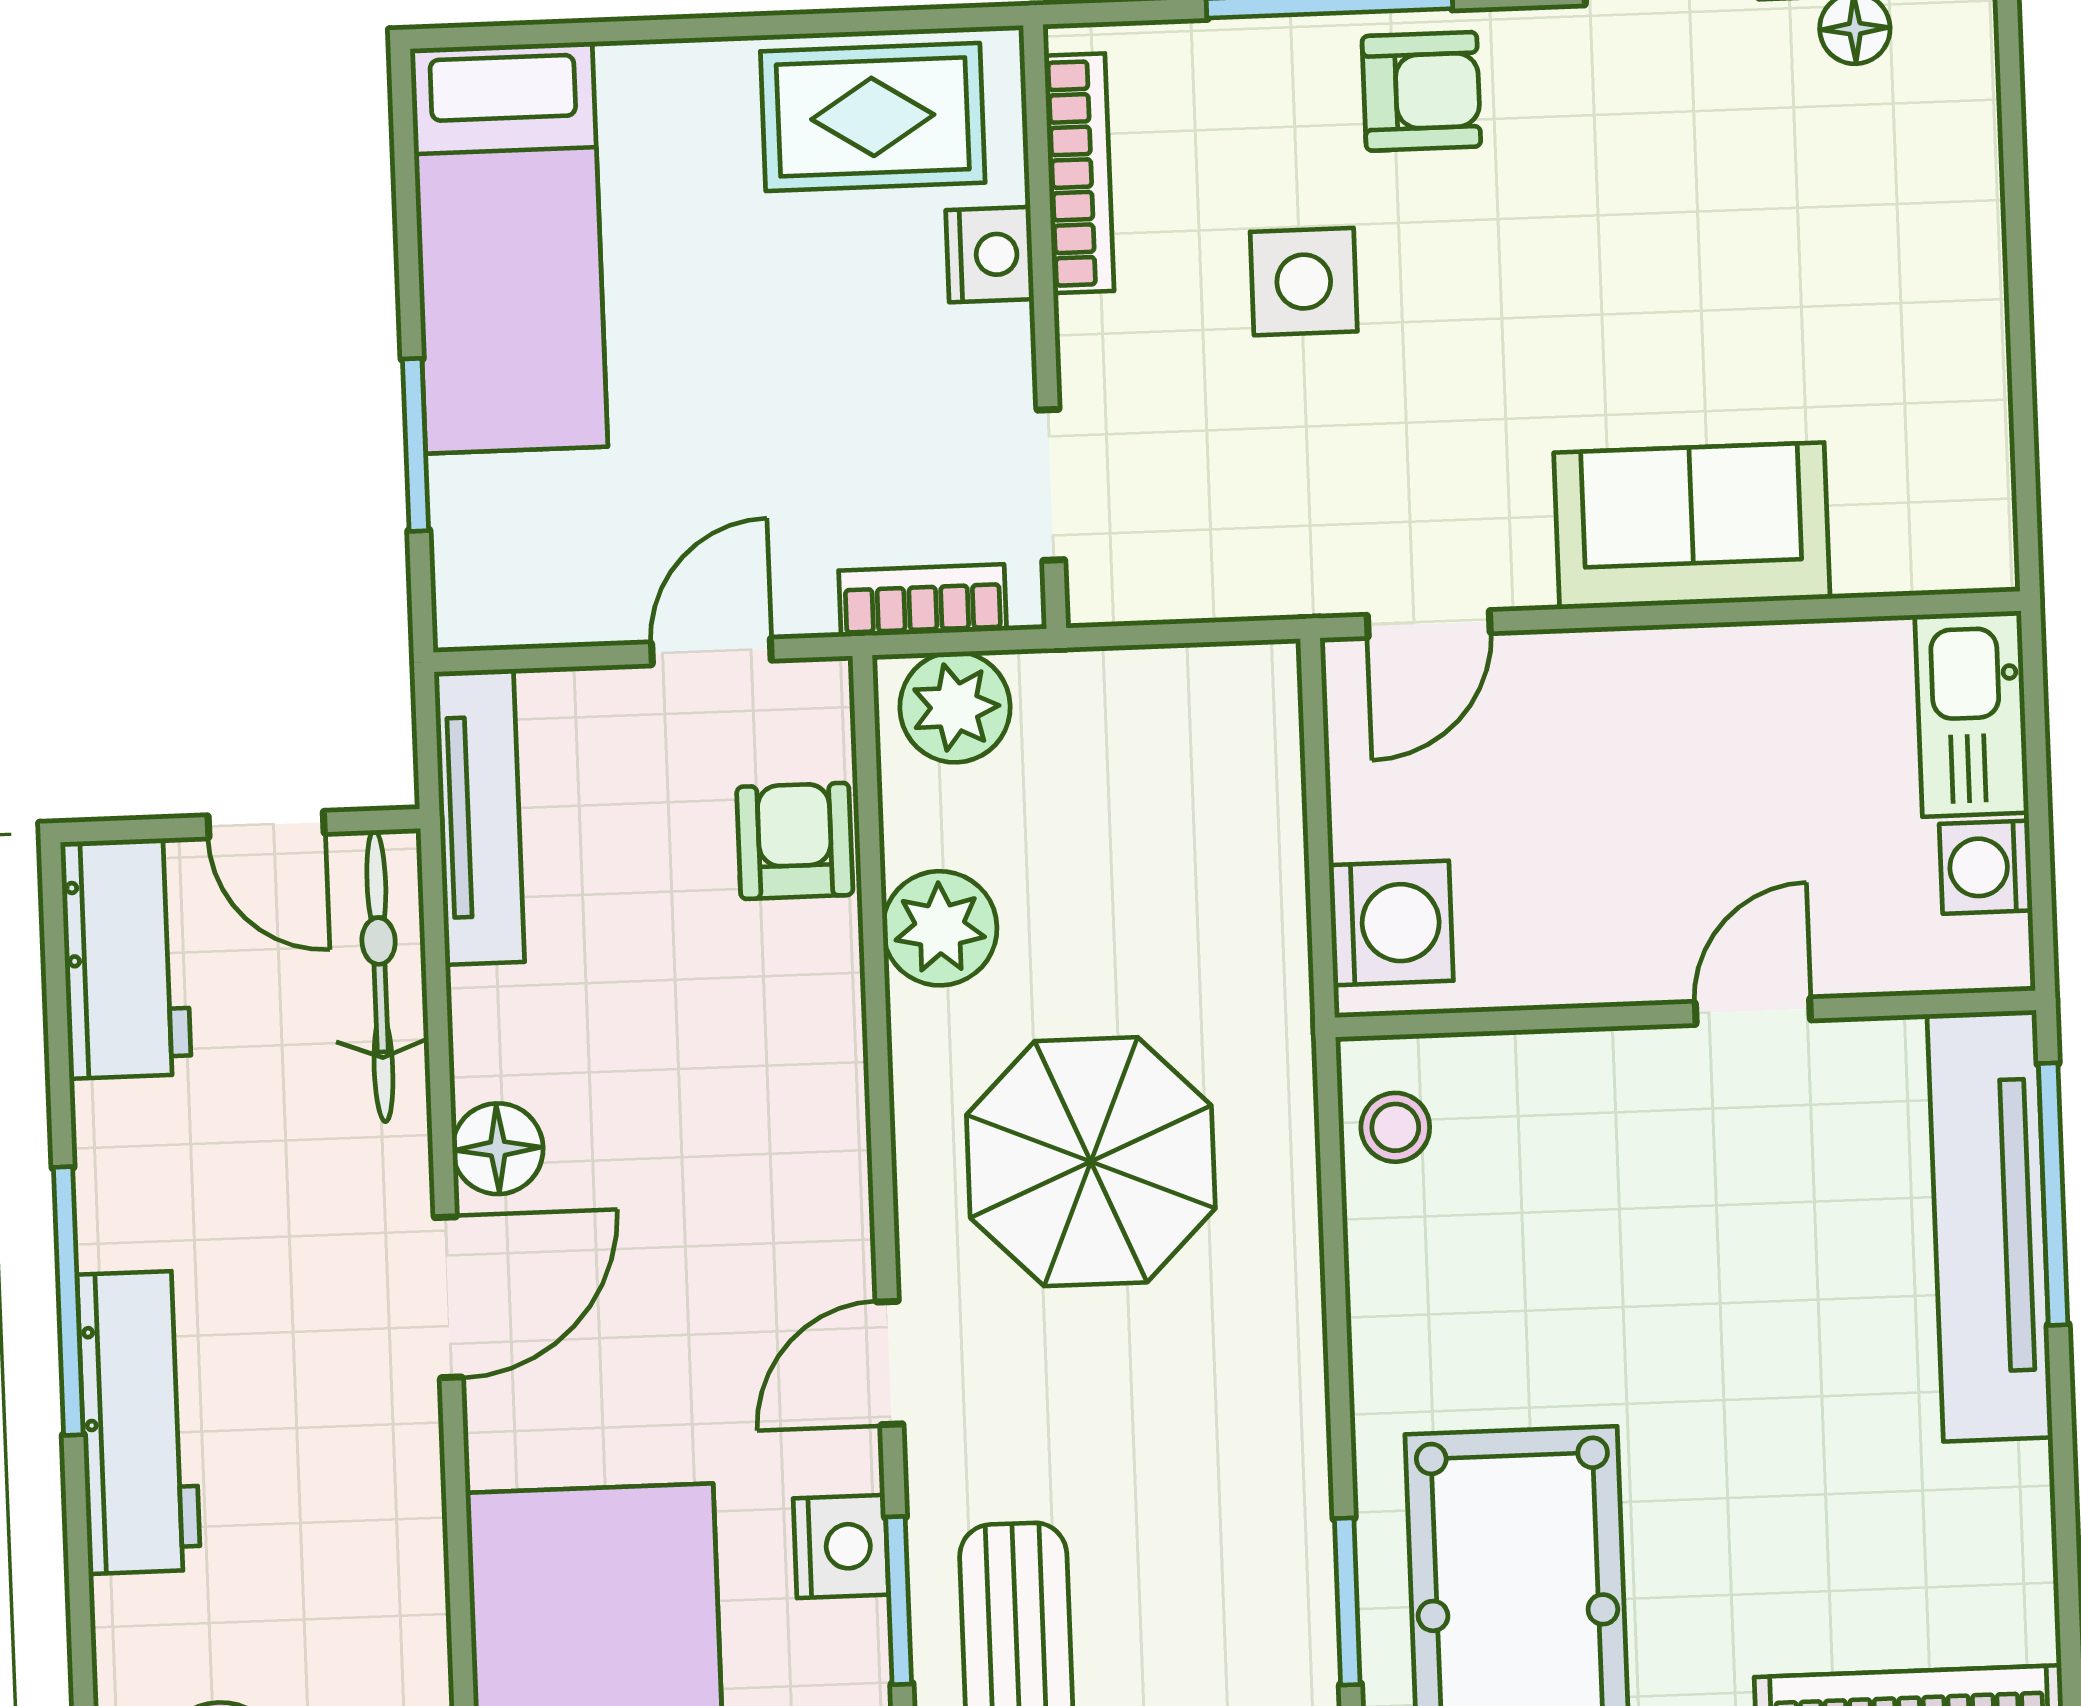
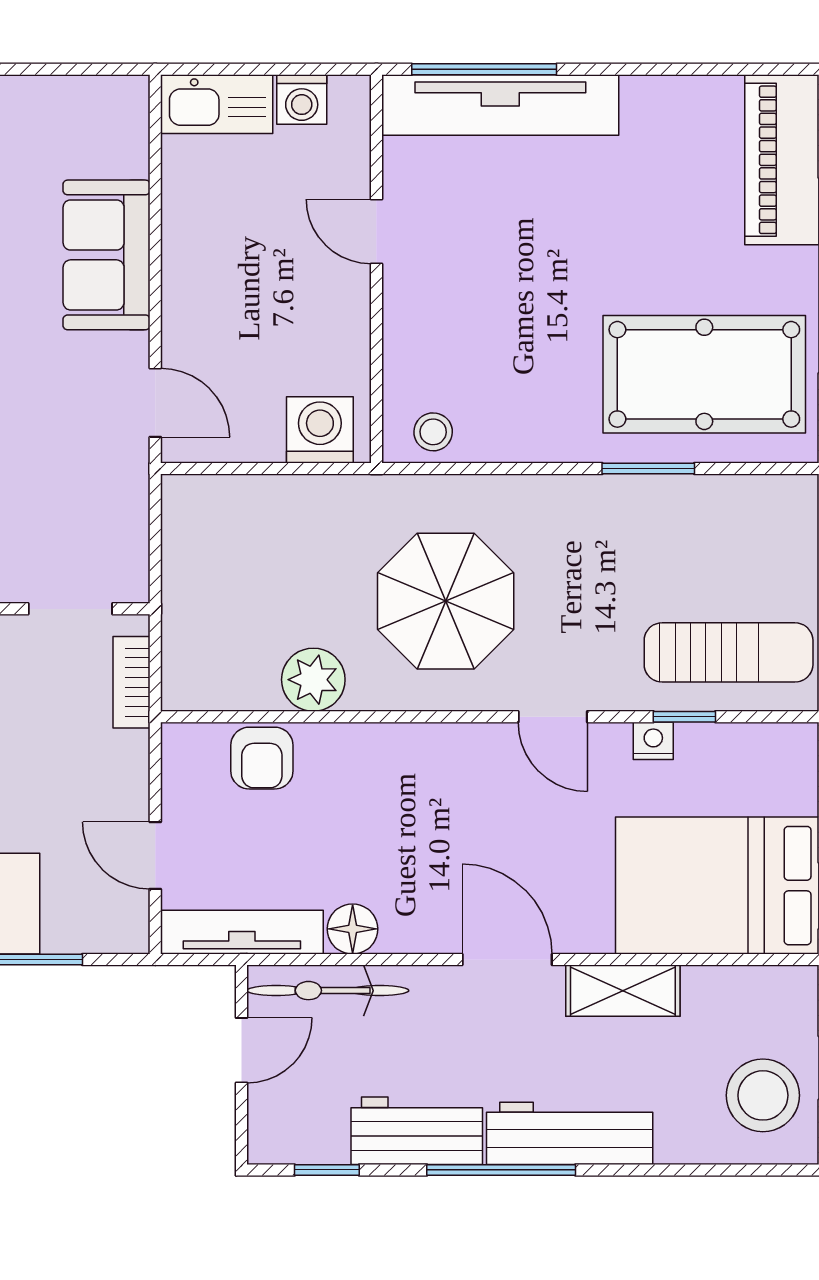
door: (711, 651) -> (155, 856), moved
plant: (955, 707) -> (191, 667), removed
armchair: (795, 841) -> (262, 758), turned -90
workbench: (126, 958) -> (417, 1131), moved
window: (56, 987) -> (327, 1170), added
floor lamp: (498, 1149) -> (353, 929), moved
shelving: (400, 1508) -> (623, 991), added
nightstand: (841, 1547) -> (653, 741), width x0.72, depth x0.74
window: (899, 1600) -> (684, 717), width x0.67
window: (1347, 1601) -> (648, 469), moved

